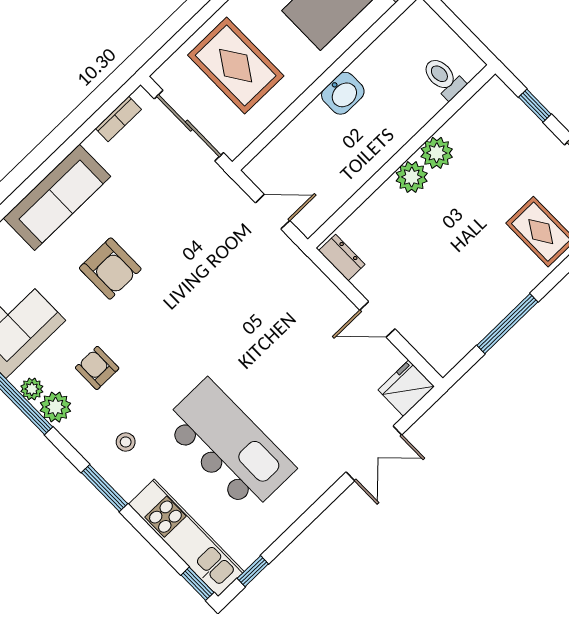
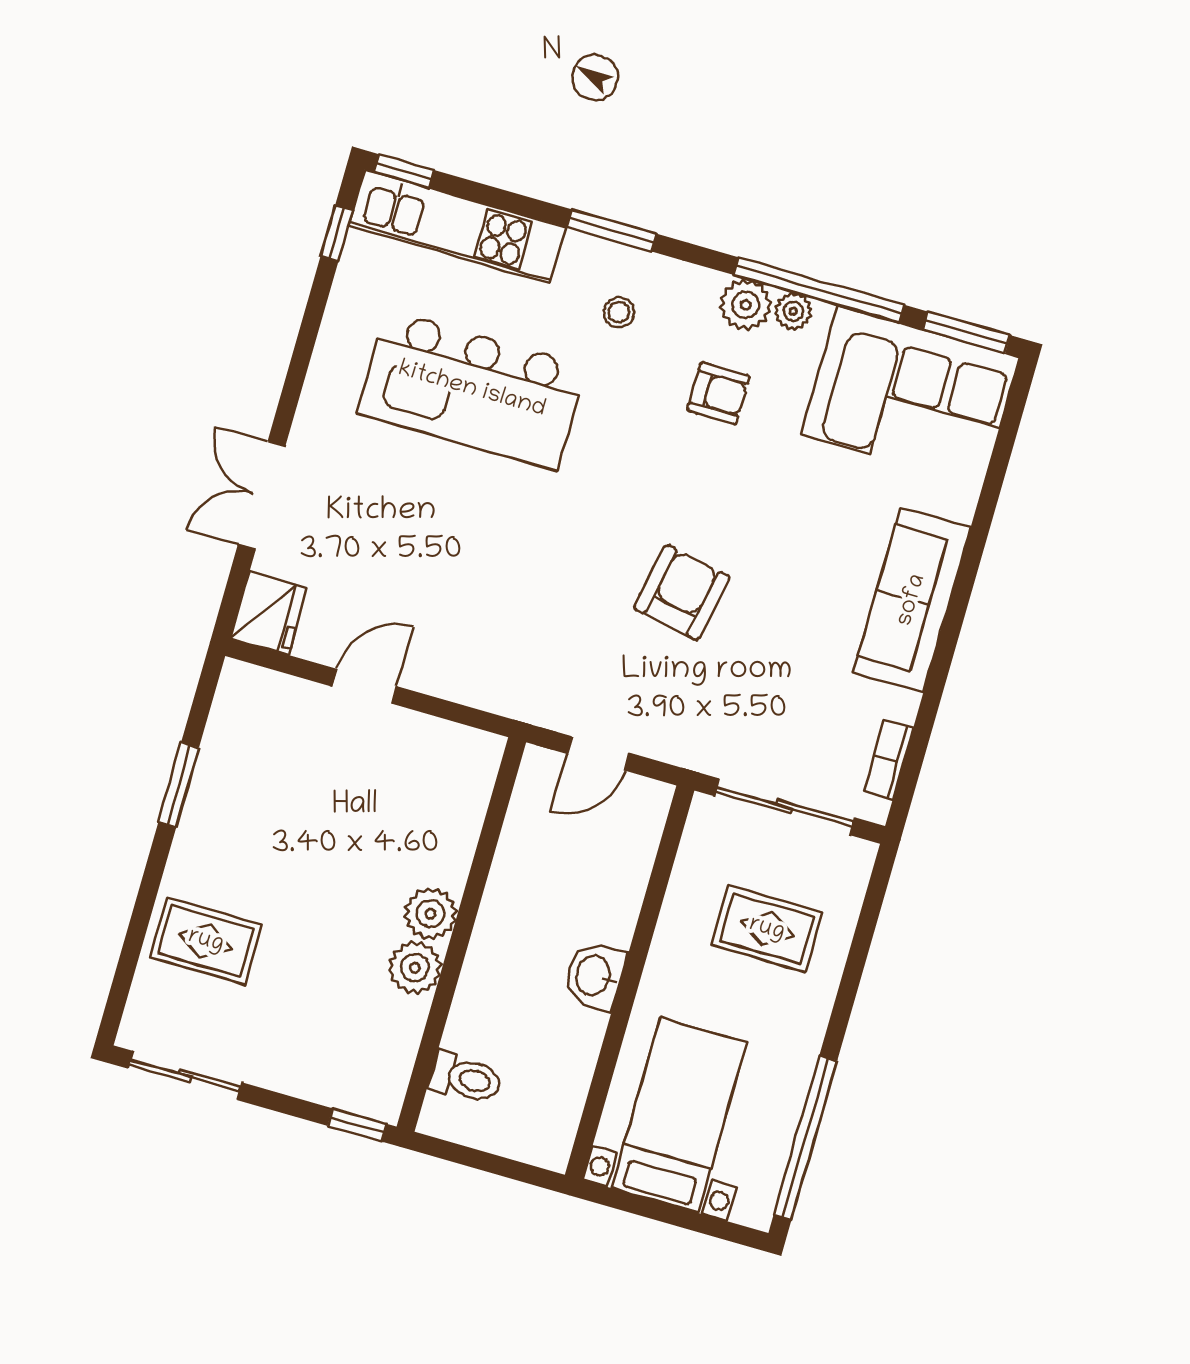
rug: (236, 66) -> (767, 929), width x0.73, depth x0.70
window: (535, 106) -> (357, 1125), moved
dresser: (342, 258) -> (464, 745), removed
armchair: (110, 269) -> (682, 592), moved, turned 101
window: (507, 324) -> (179, 785), width x0.69

